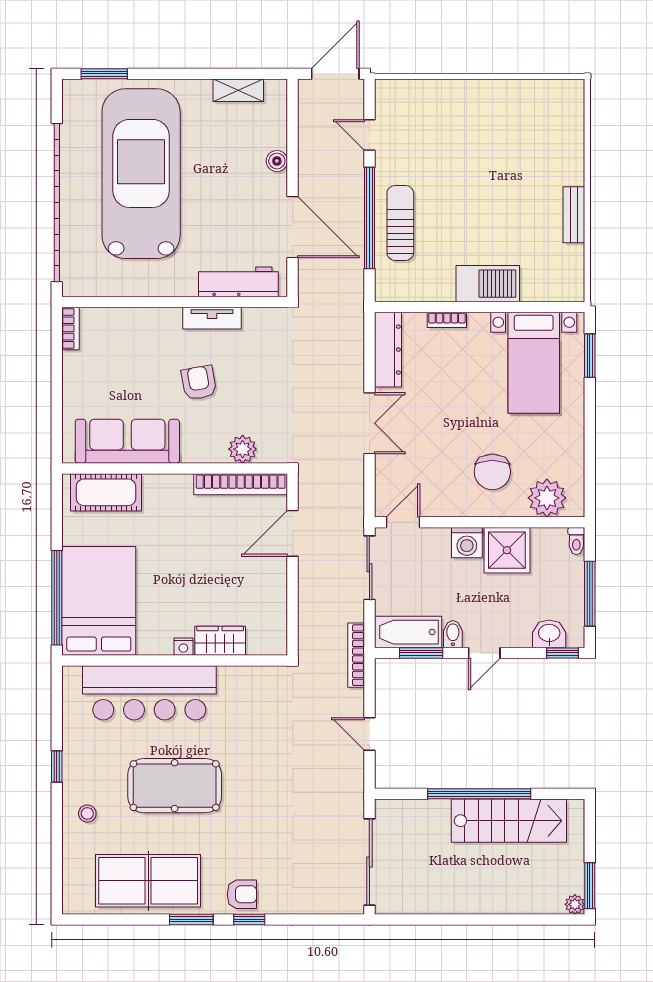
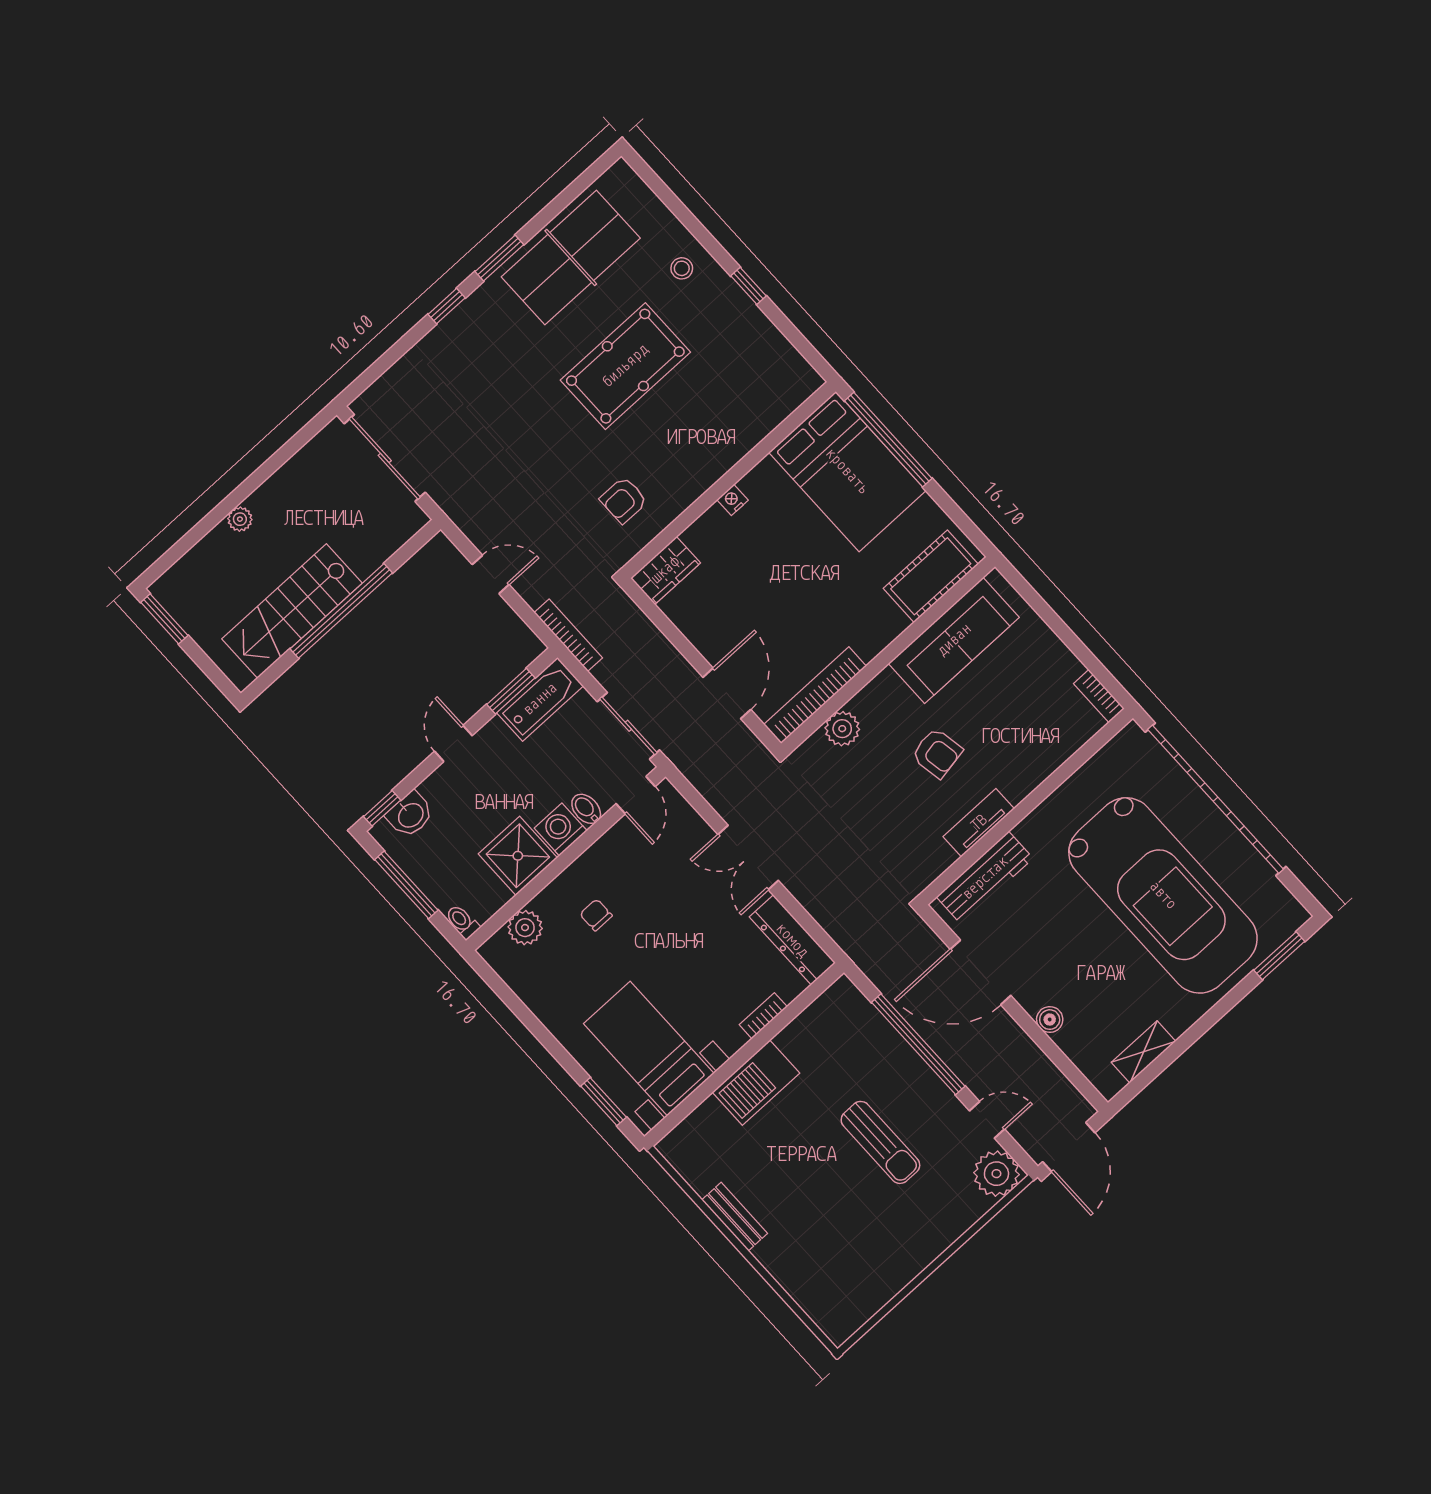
plant: (393, 98) -> (996, 1174), added
sun lounger: (400, 223) -> (880, 1142), moved
chair: (492, 472) -> (596, 915), width x0.54, depth x0.54
plant: (547, 498) -> (525, 928), width x0.73, depth x0.73
bidet: (453, 634) -> (586, 809), moved, turned 180
wardrobe: (220, 641) -> (665, 570), moved
bar counter: (149, 693) -> (725, 430), removed
armchair: (242, 894) -> (624, 500), moved
plant: (575, 904) -> (240, 519), moved

